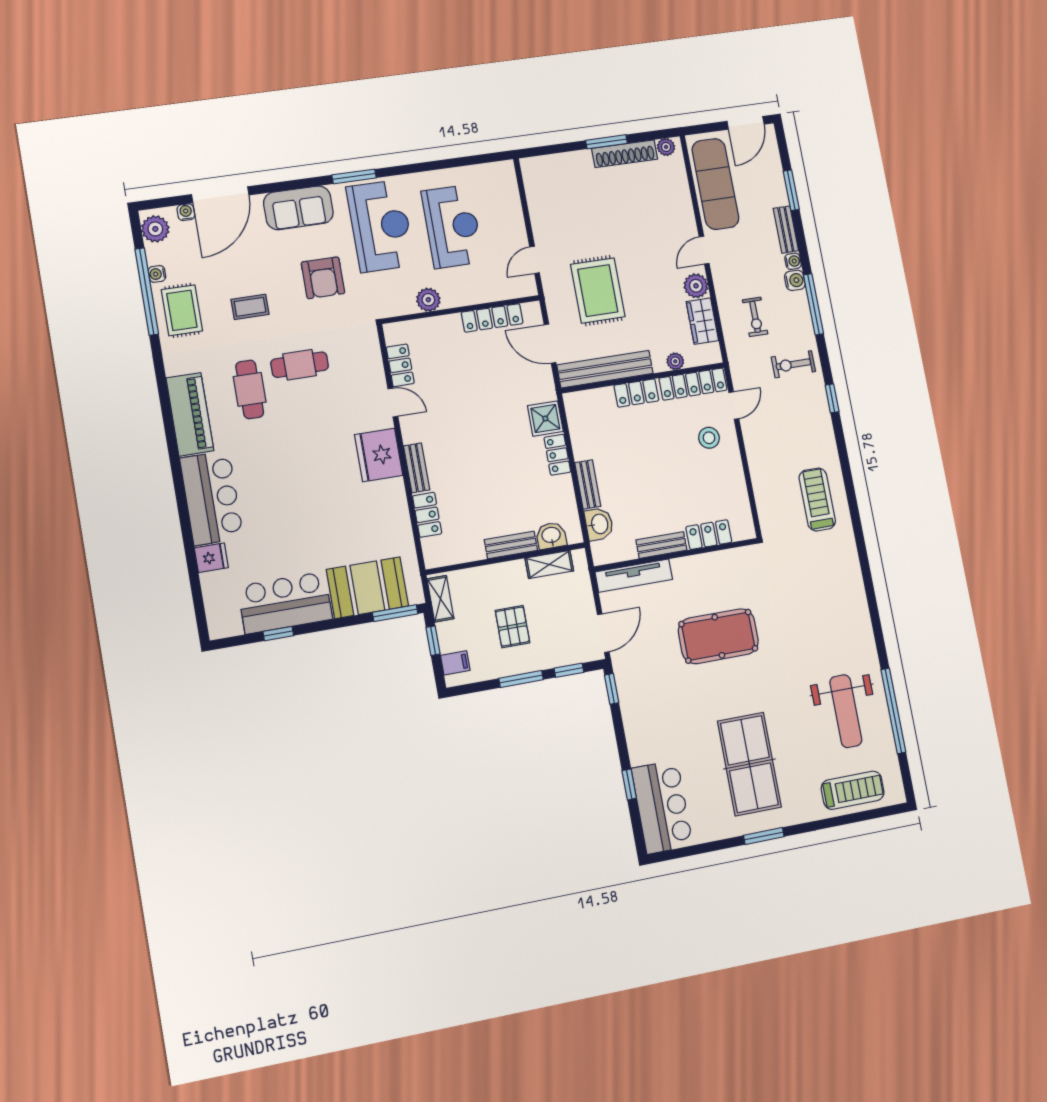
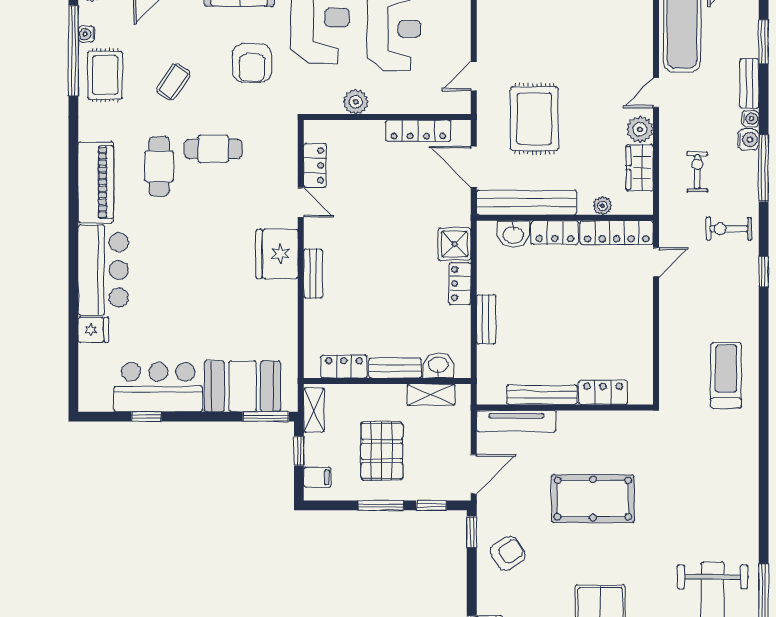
coffee table: (250, 307) -> (173, 82), turned -55
exercise bike: (755, 317) -> (697, 172), turned 180
stool: (709, 438) -> (623, 292), removed
locker: (427, 515) -> (344, 367), moved, turned -90
washbasin: (599, 524) -> (513, 234), moved, turned 90
bench: (661, 545) -> (542, 395), width x1.36
pallet: (512, 627) -> (382, 451), width x1.50, depth x1.42
armchair: (649, 703) -> (508, 553), added

